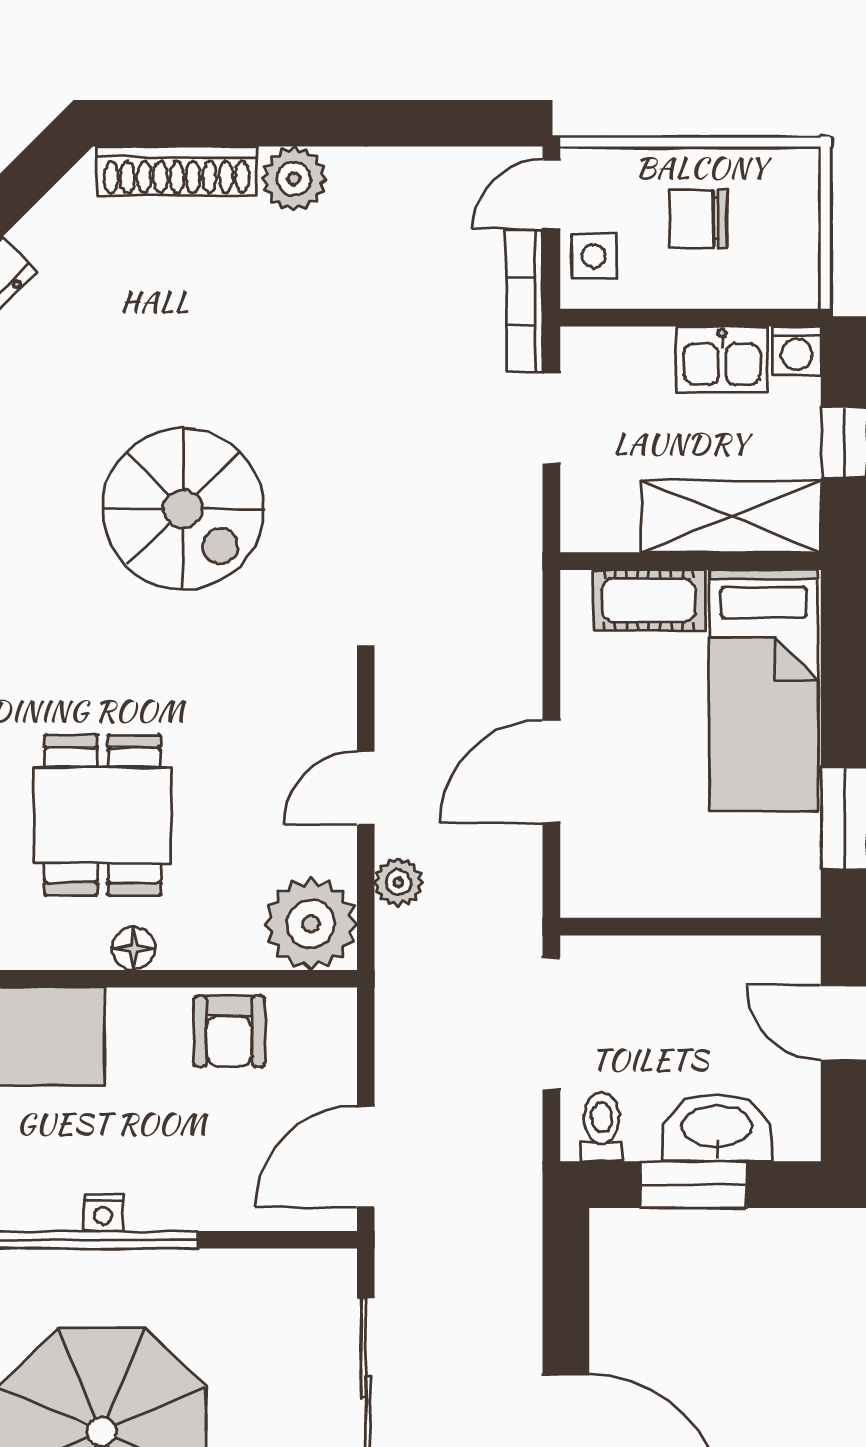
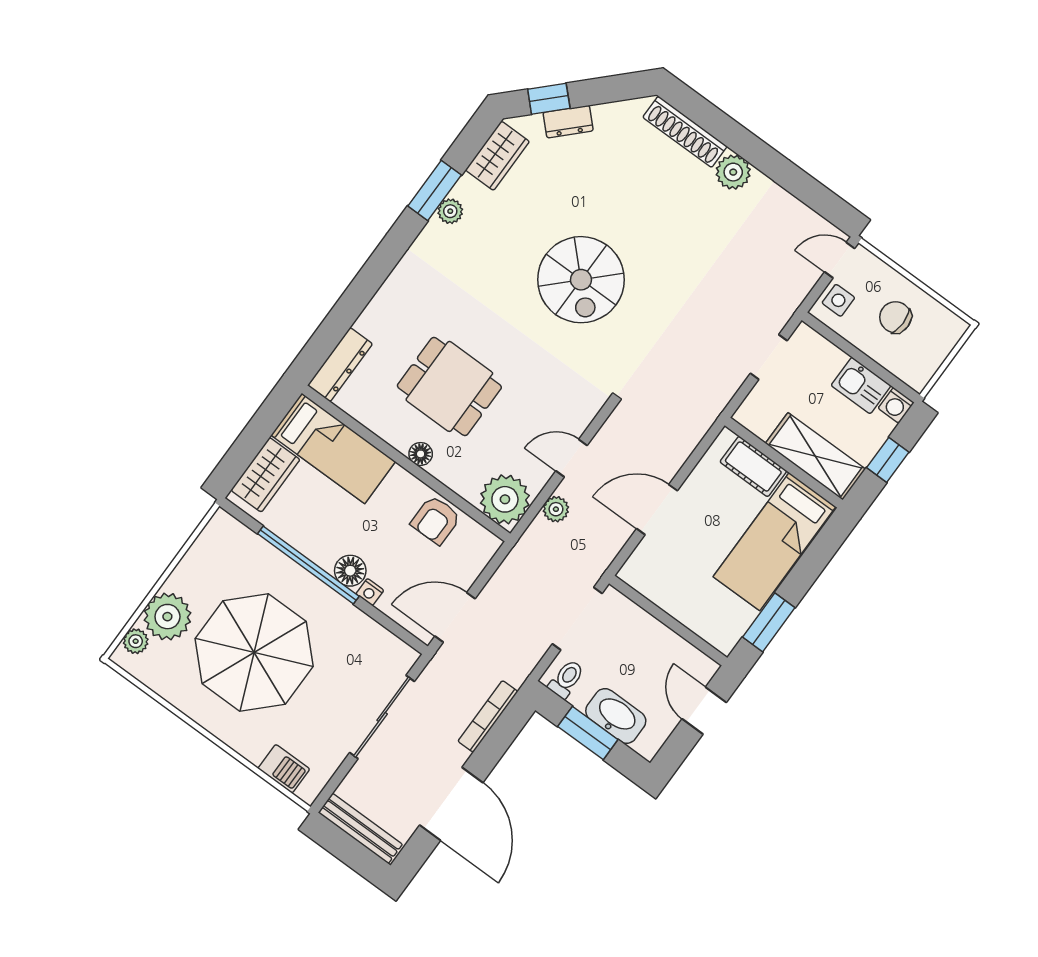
bookcase: (524, 301) -> (488, 716), moved
dining table: (103, 815) -> (449, 386), turned 90
floor lamp: (156, 1202) -> (350, 571), added
nightstand: (103, 1213) -> (370, 592), moved

